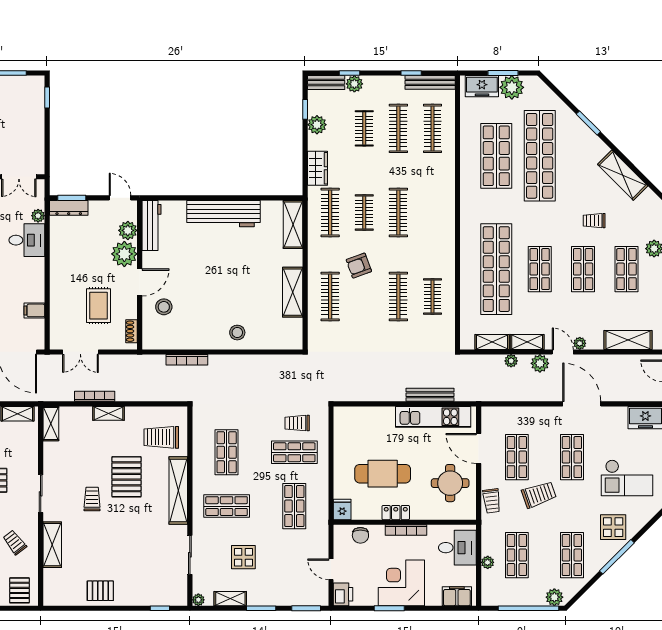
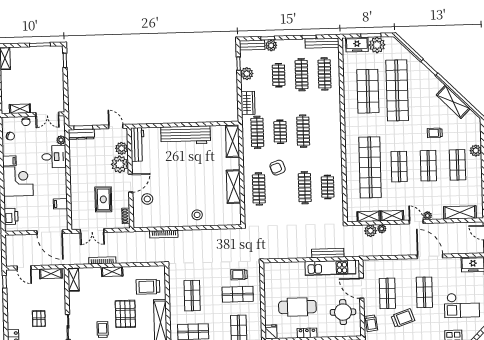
plant: (540, 363) -> (371, 231), moved

